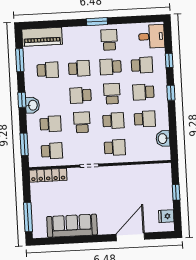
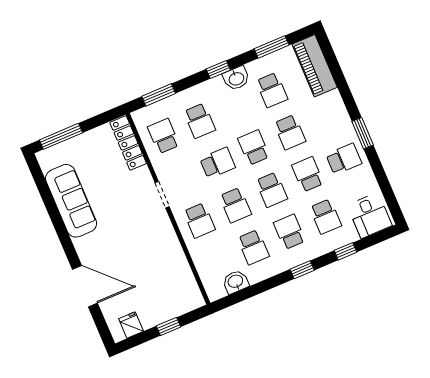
school desk: (112, 94) -> (272, 190), turned 90
washbasin: (32, 105) -> (236, 78), moved
school desk: (52, 151) -> (163, 136), turned 180

